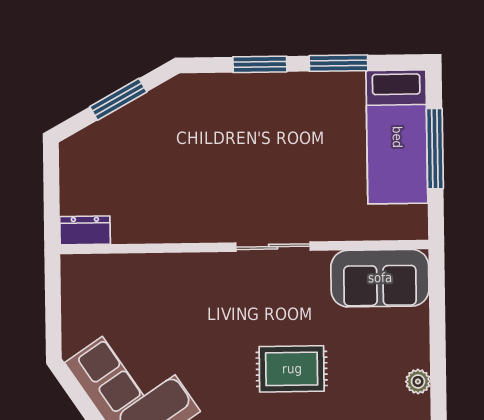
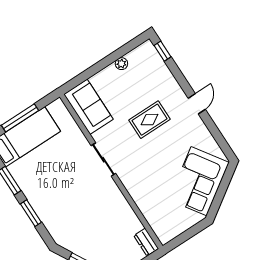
rug: (292, 369) -> (149, 120), turned 90

